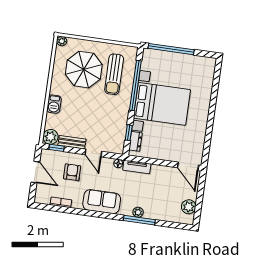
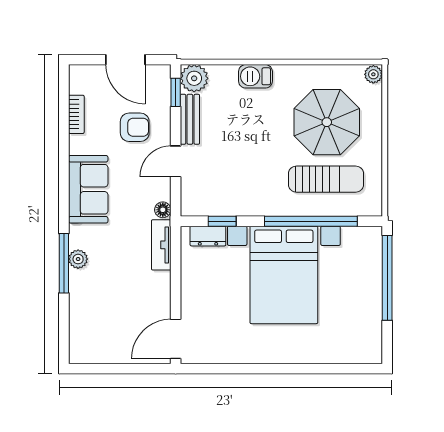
sun lounger: (114, 74) -> (326, 179), turned 180
door: (35, 172) -> (125, 60), hinge flipped
plant: (189, 207) -> (101, 351), removed

